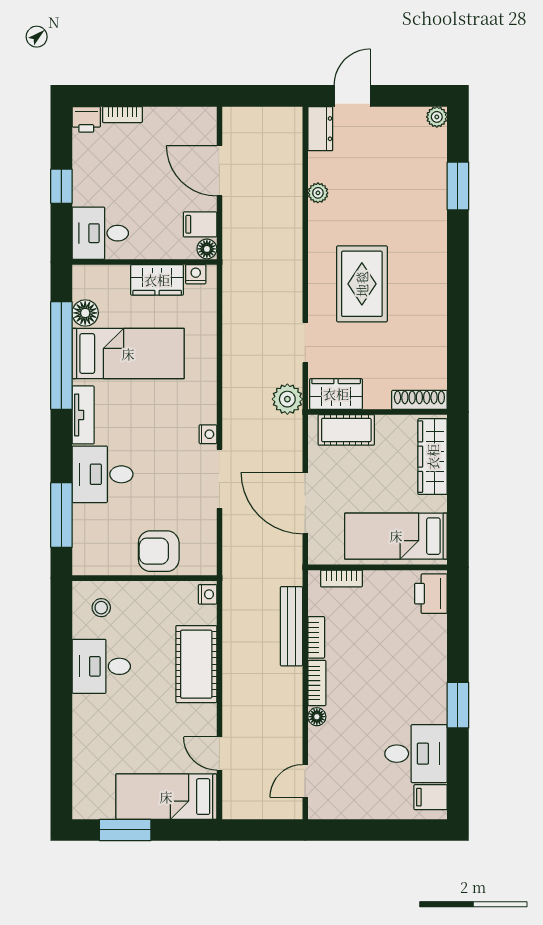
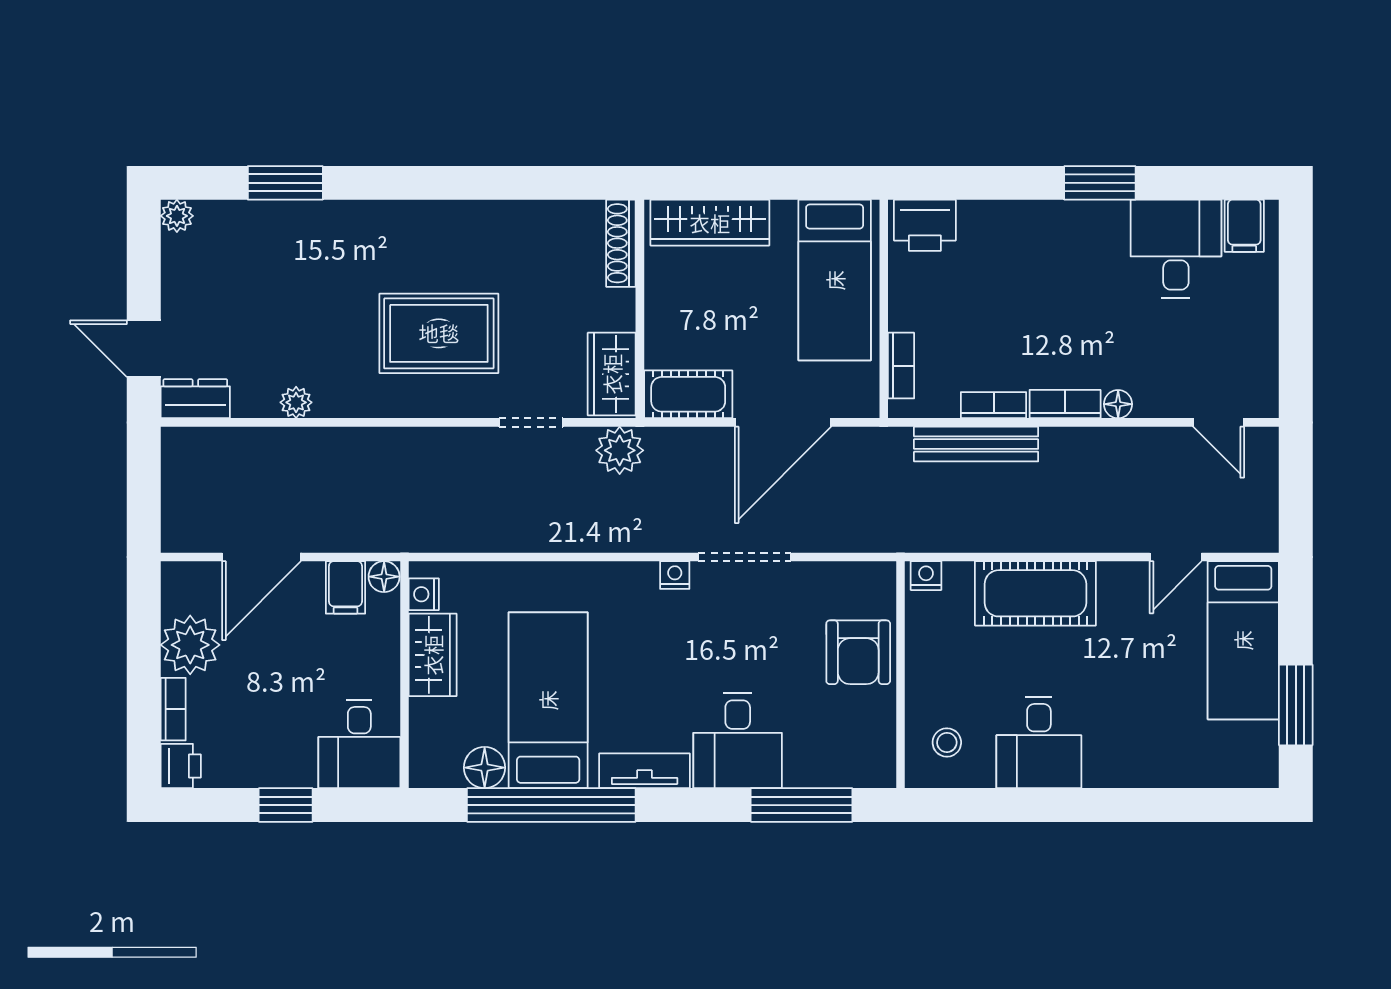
plant: (163, 125) -> (190, 645), added
cot: (346, 430) -> (688, 394), moved, turned 90

